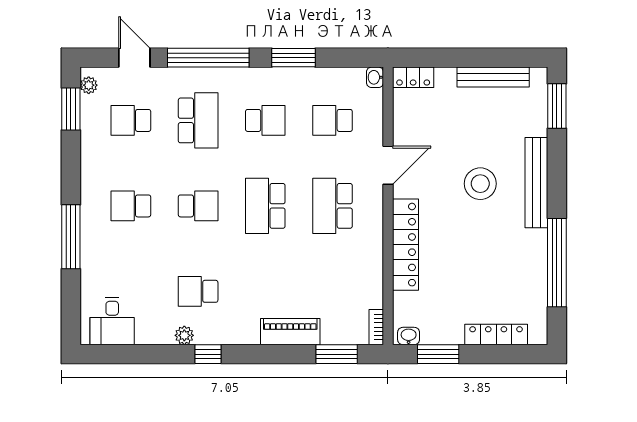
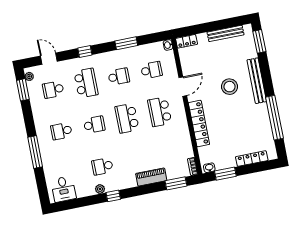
window: (208, 58) -> (85, 52), width x0.32
school desk: (332, 120) -> (151, 70), turned 180

